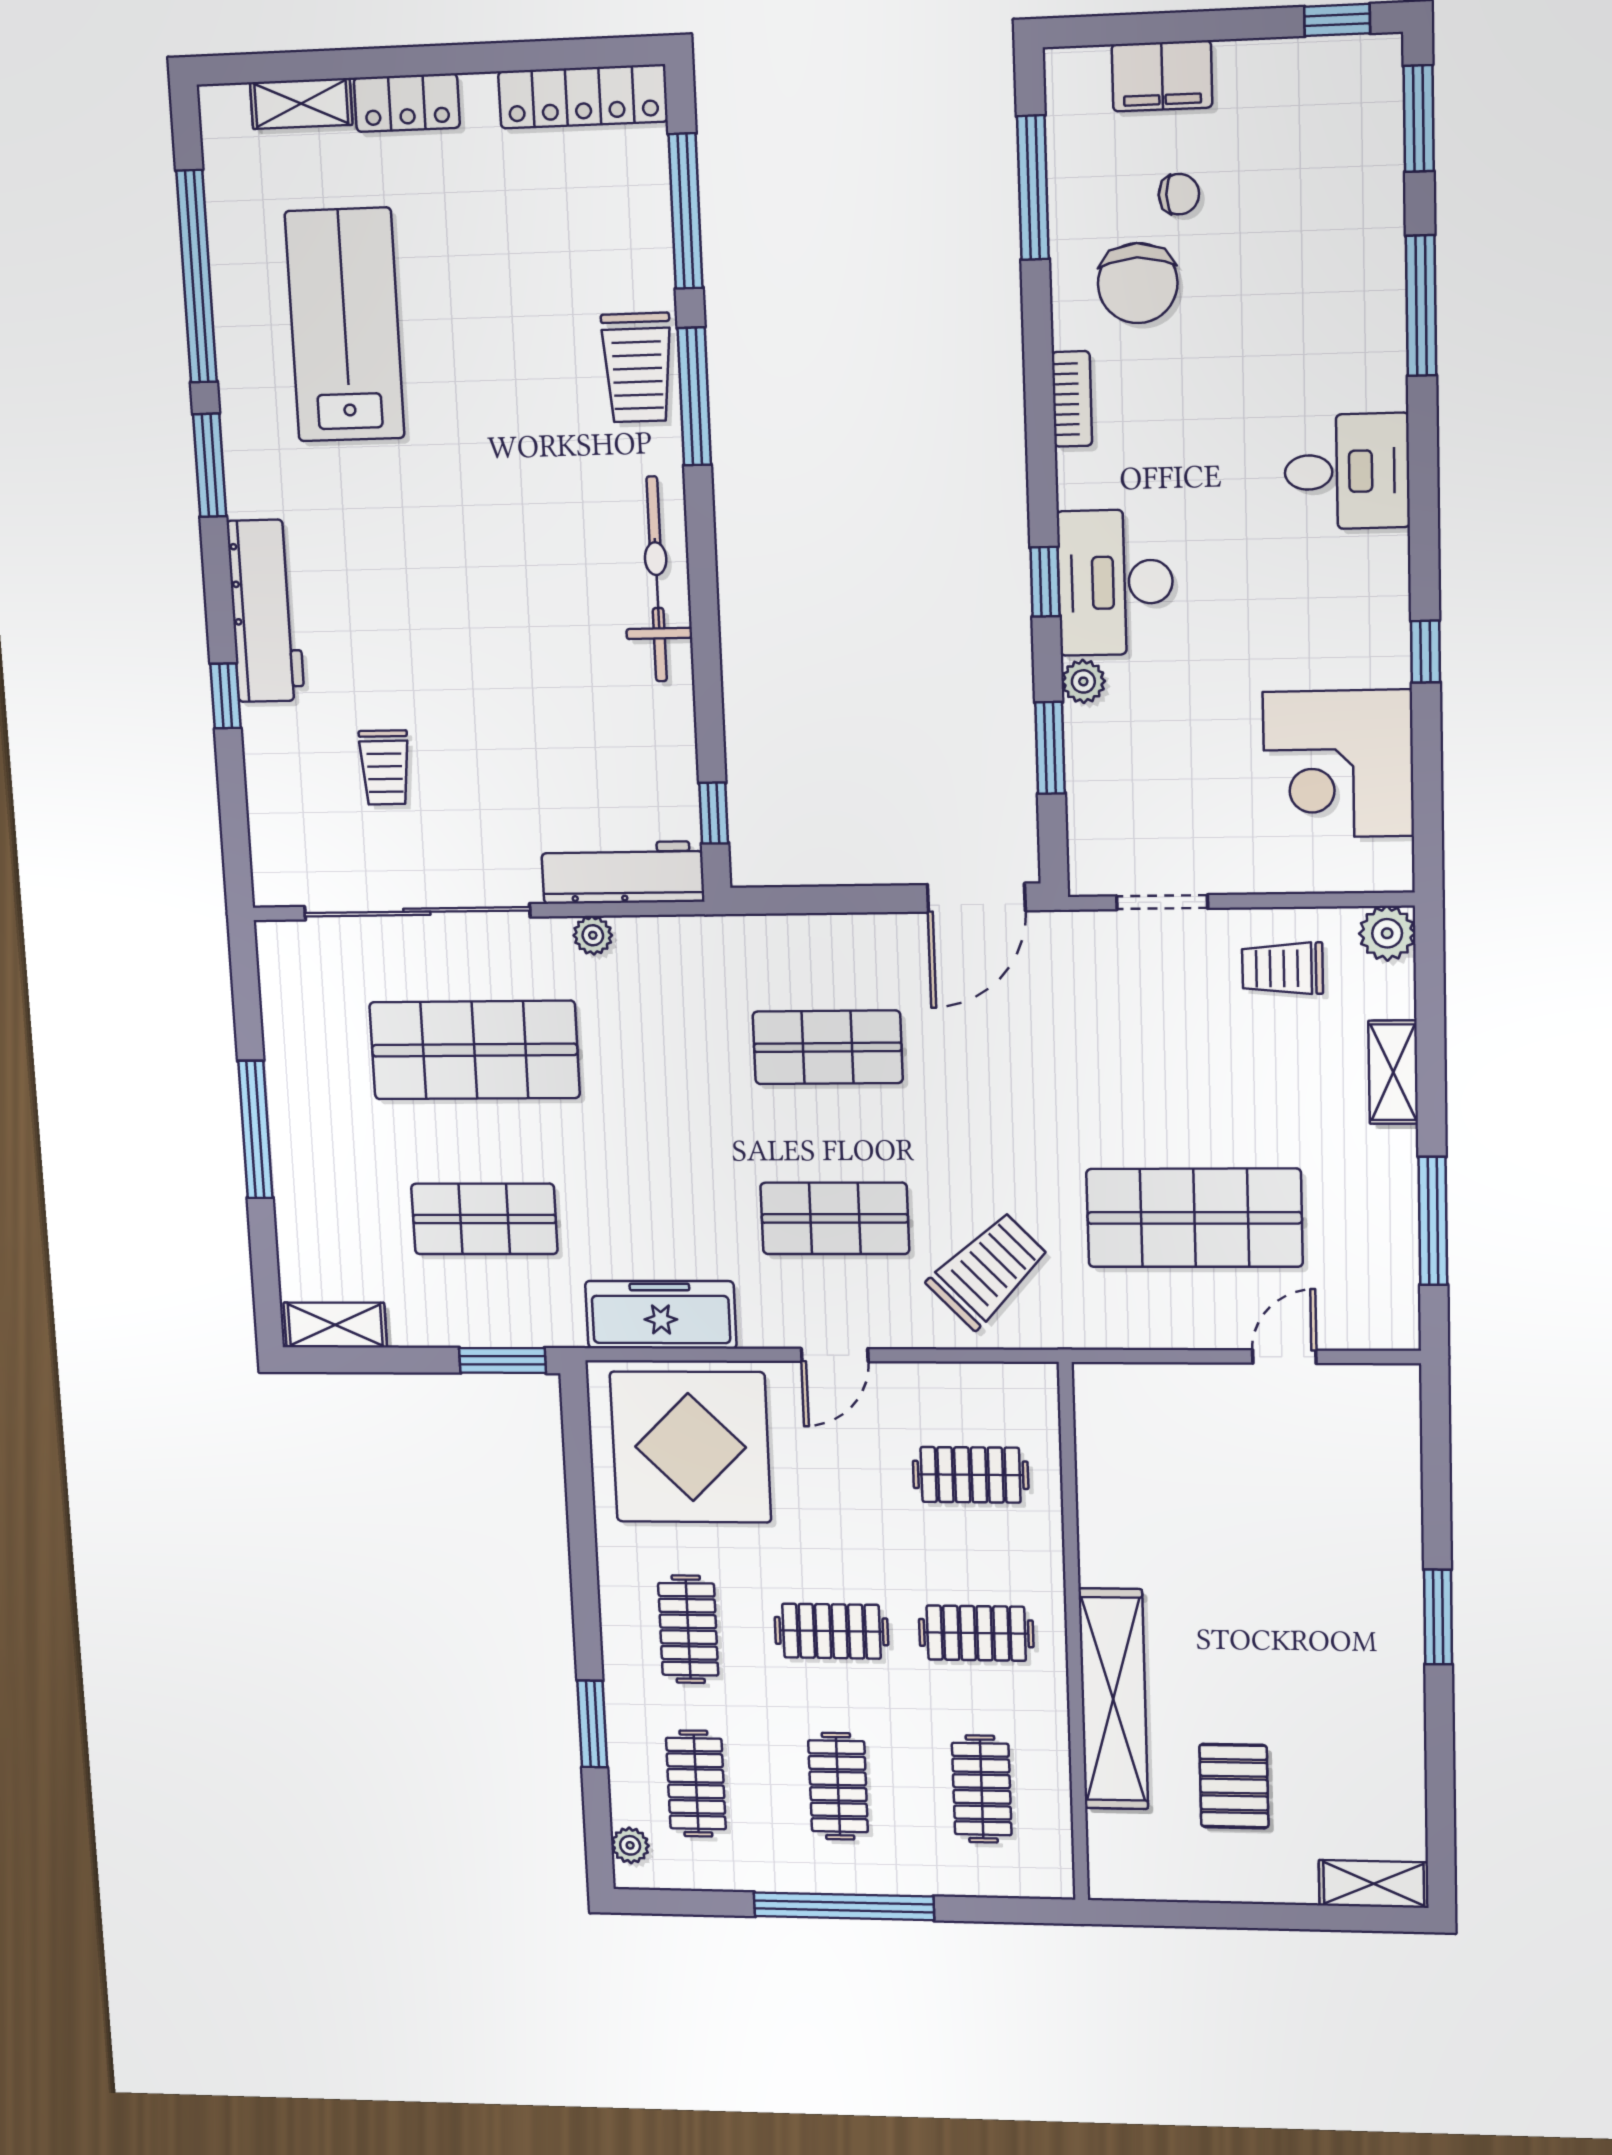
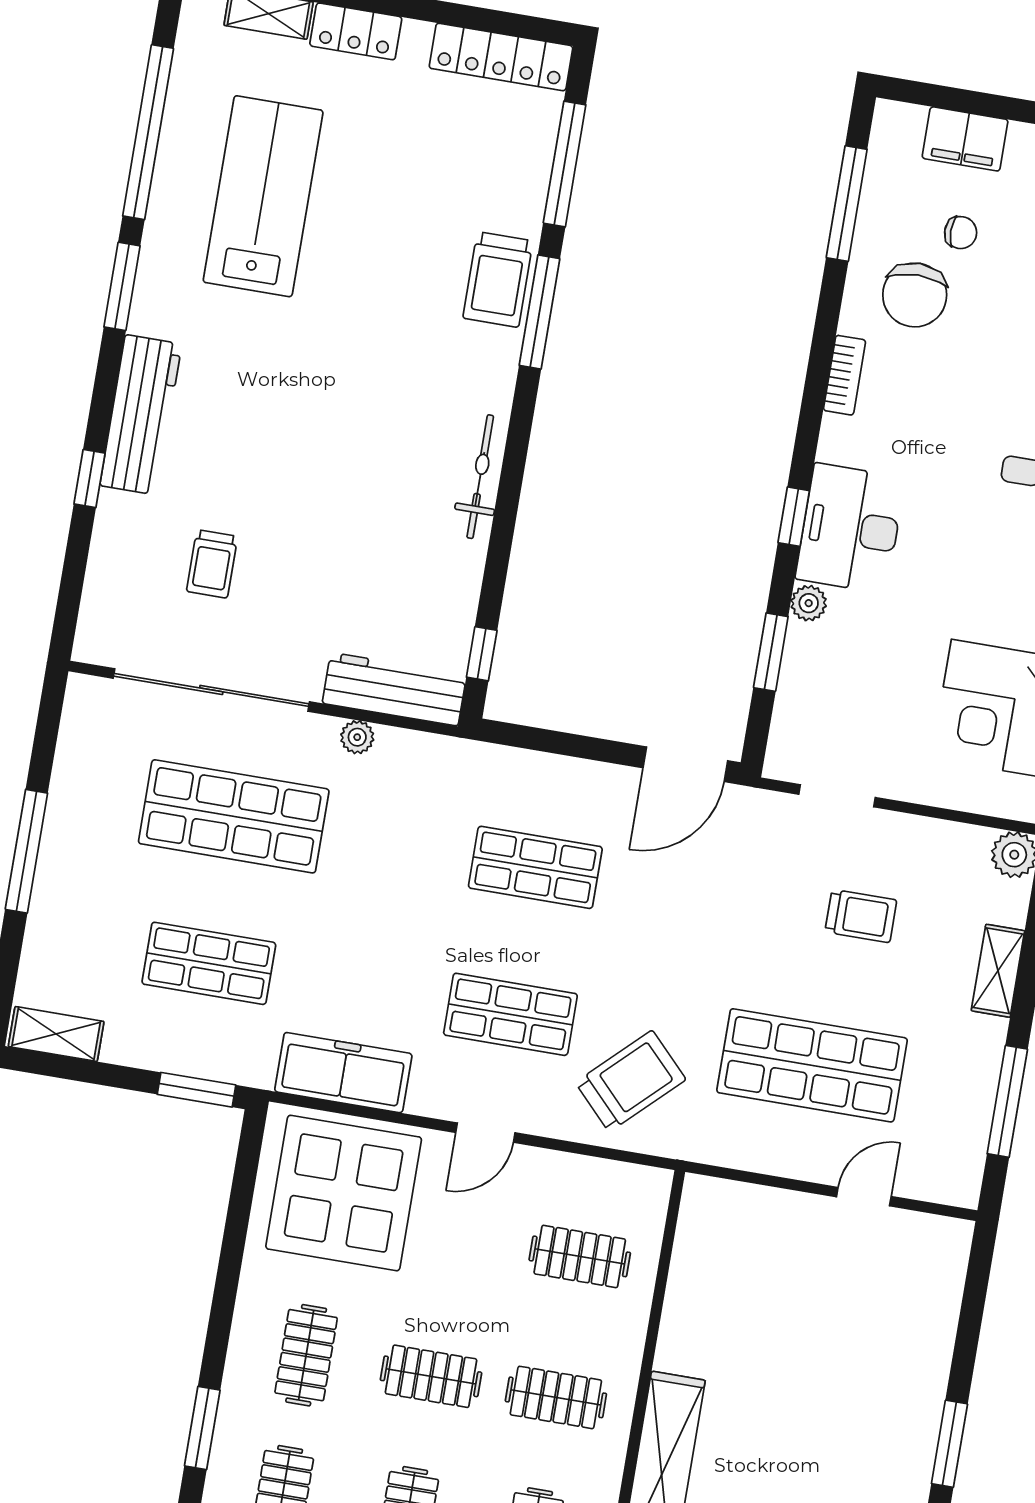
bicycle: (657, 579) -> (480, 477), width x0.73, depth x0.71
trolley: (1283, 968) -> (861, 916), moved, turned 180

